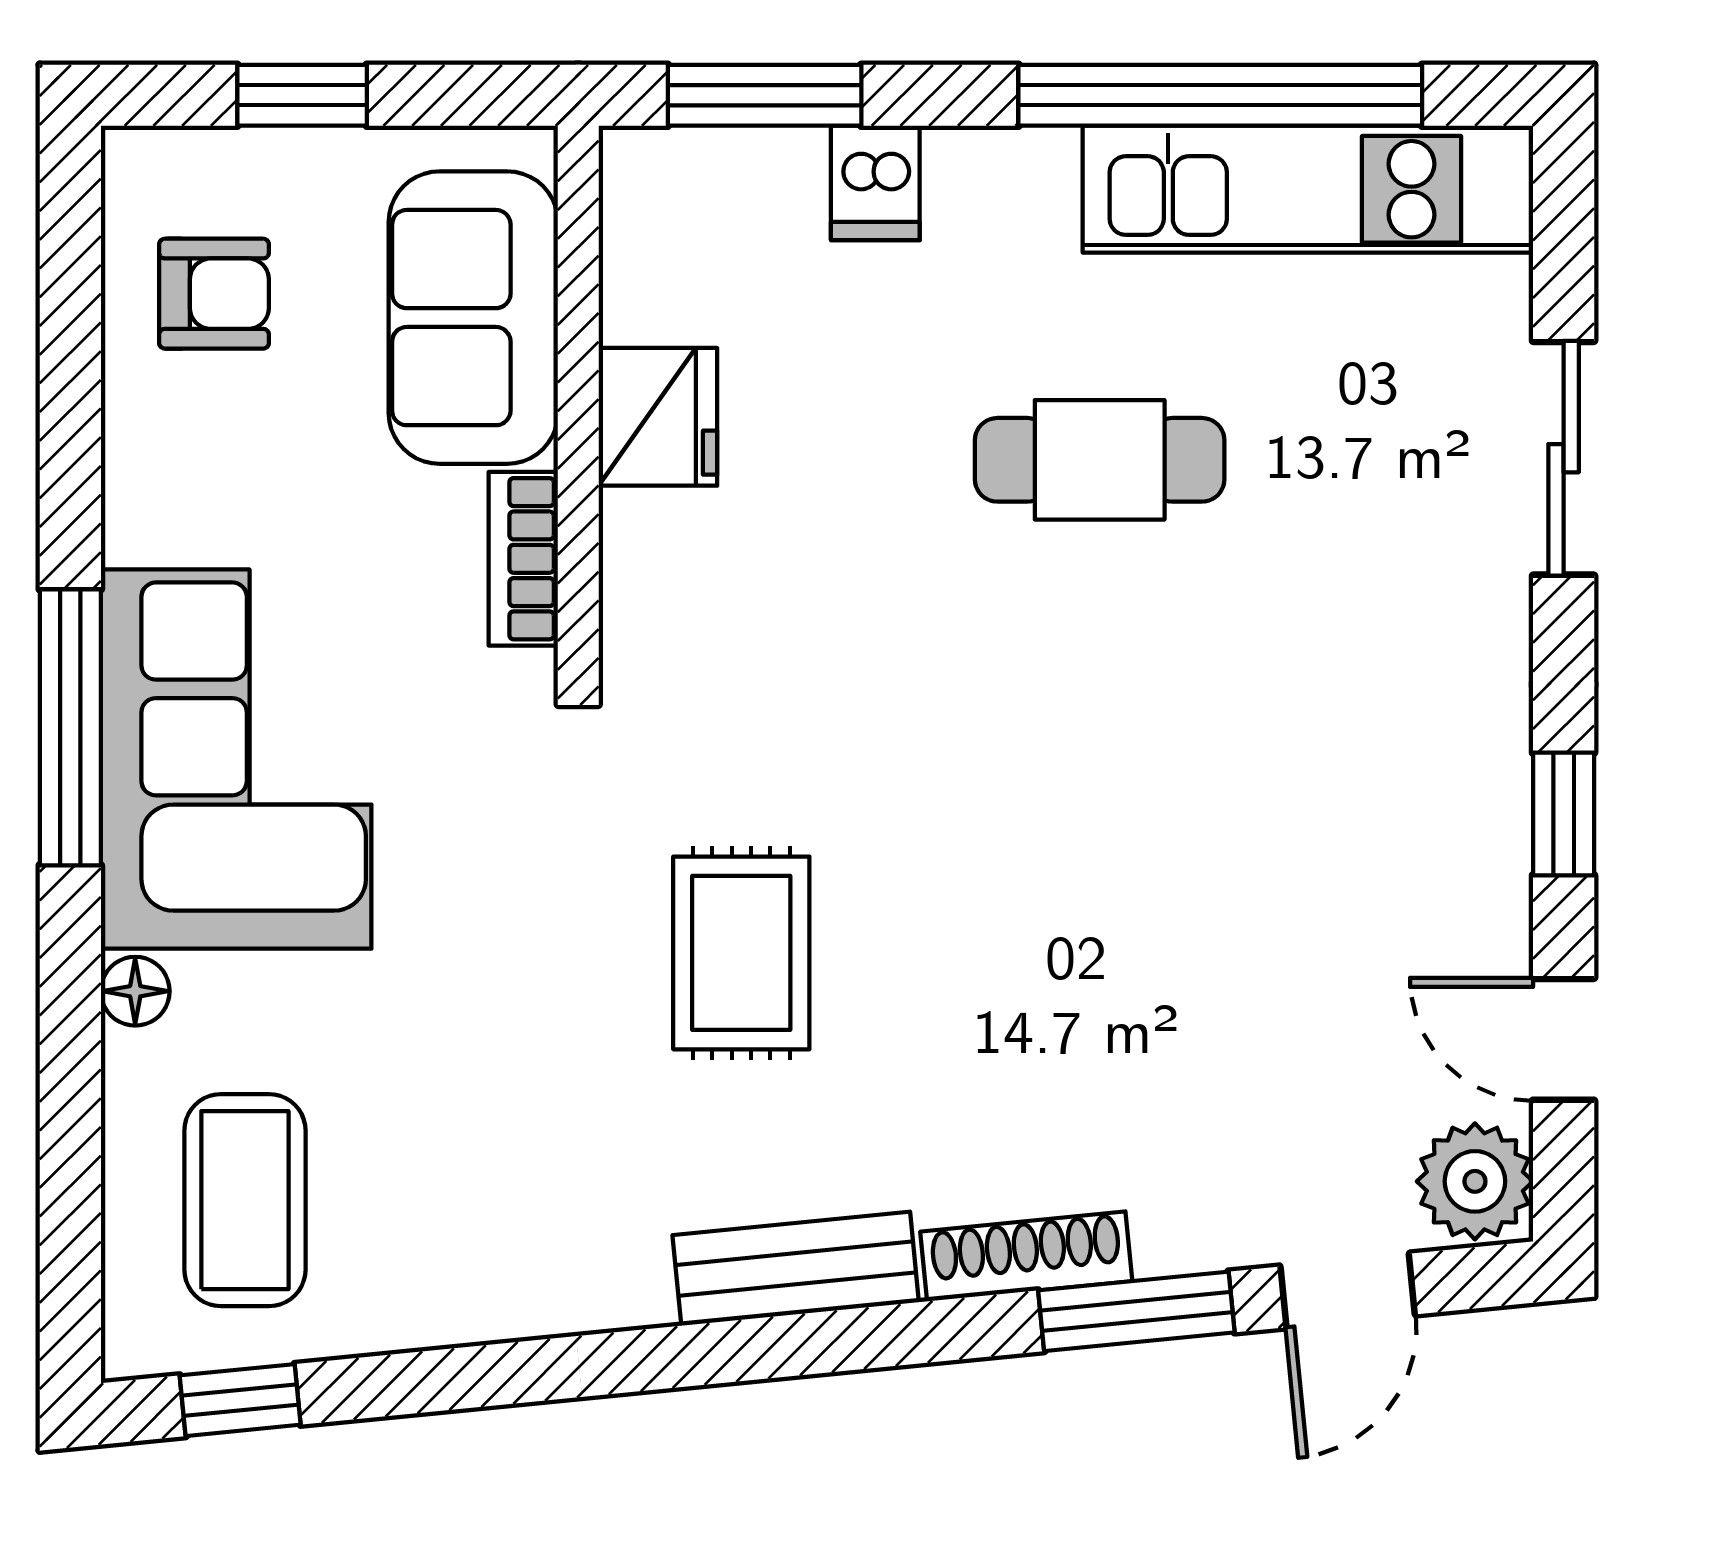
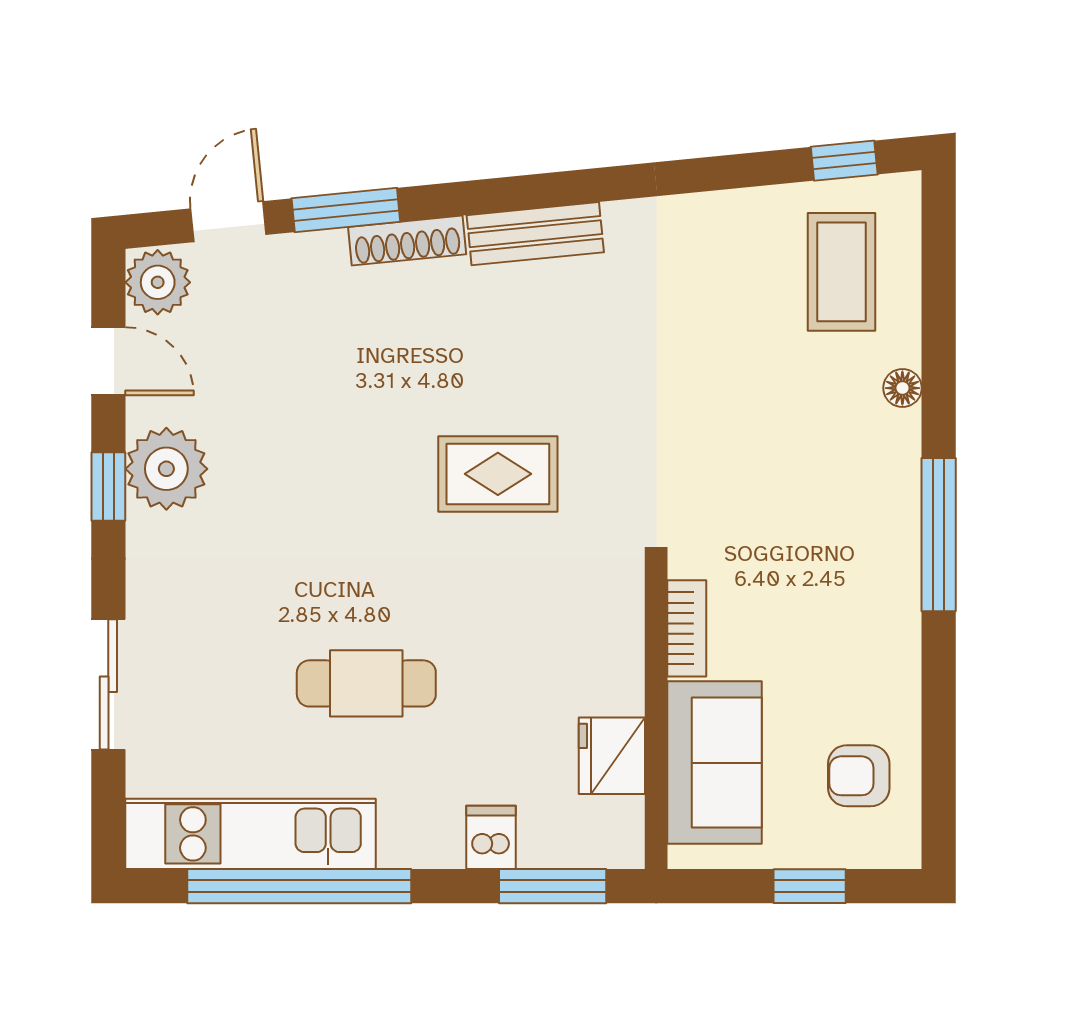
fridge: (658, 417) -> (612, 756), moved
corner sofa: (236, 759) -> (846, 517), removed
plant: (1459, 846) -> (166, 469), added
rug: (741, 953) -> (498, 474), moved, turned 90

